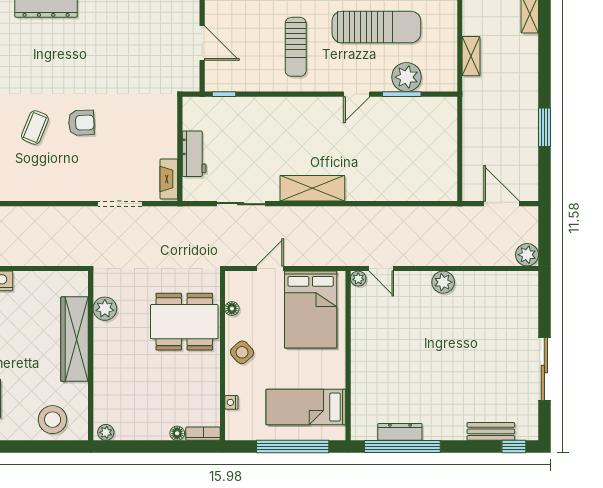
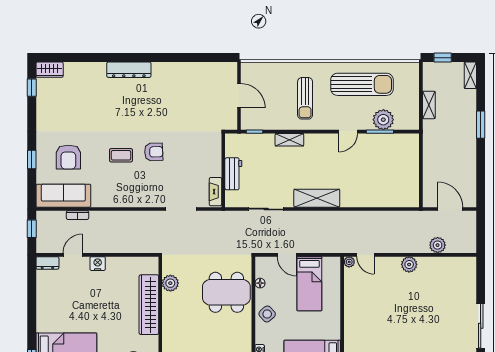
shelving: (273, 106) -> (289, 140), added
coffee table: (35, 127) -> (121, 155), turned 68
window: (544, 127) -> (481, 125), moved
plant: (527, 255) -> (438, 245), moved
door: (270, 269) -> (287, 255), swing flipped
bed: (311, 309) -> (309, 284), width x0.67

